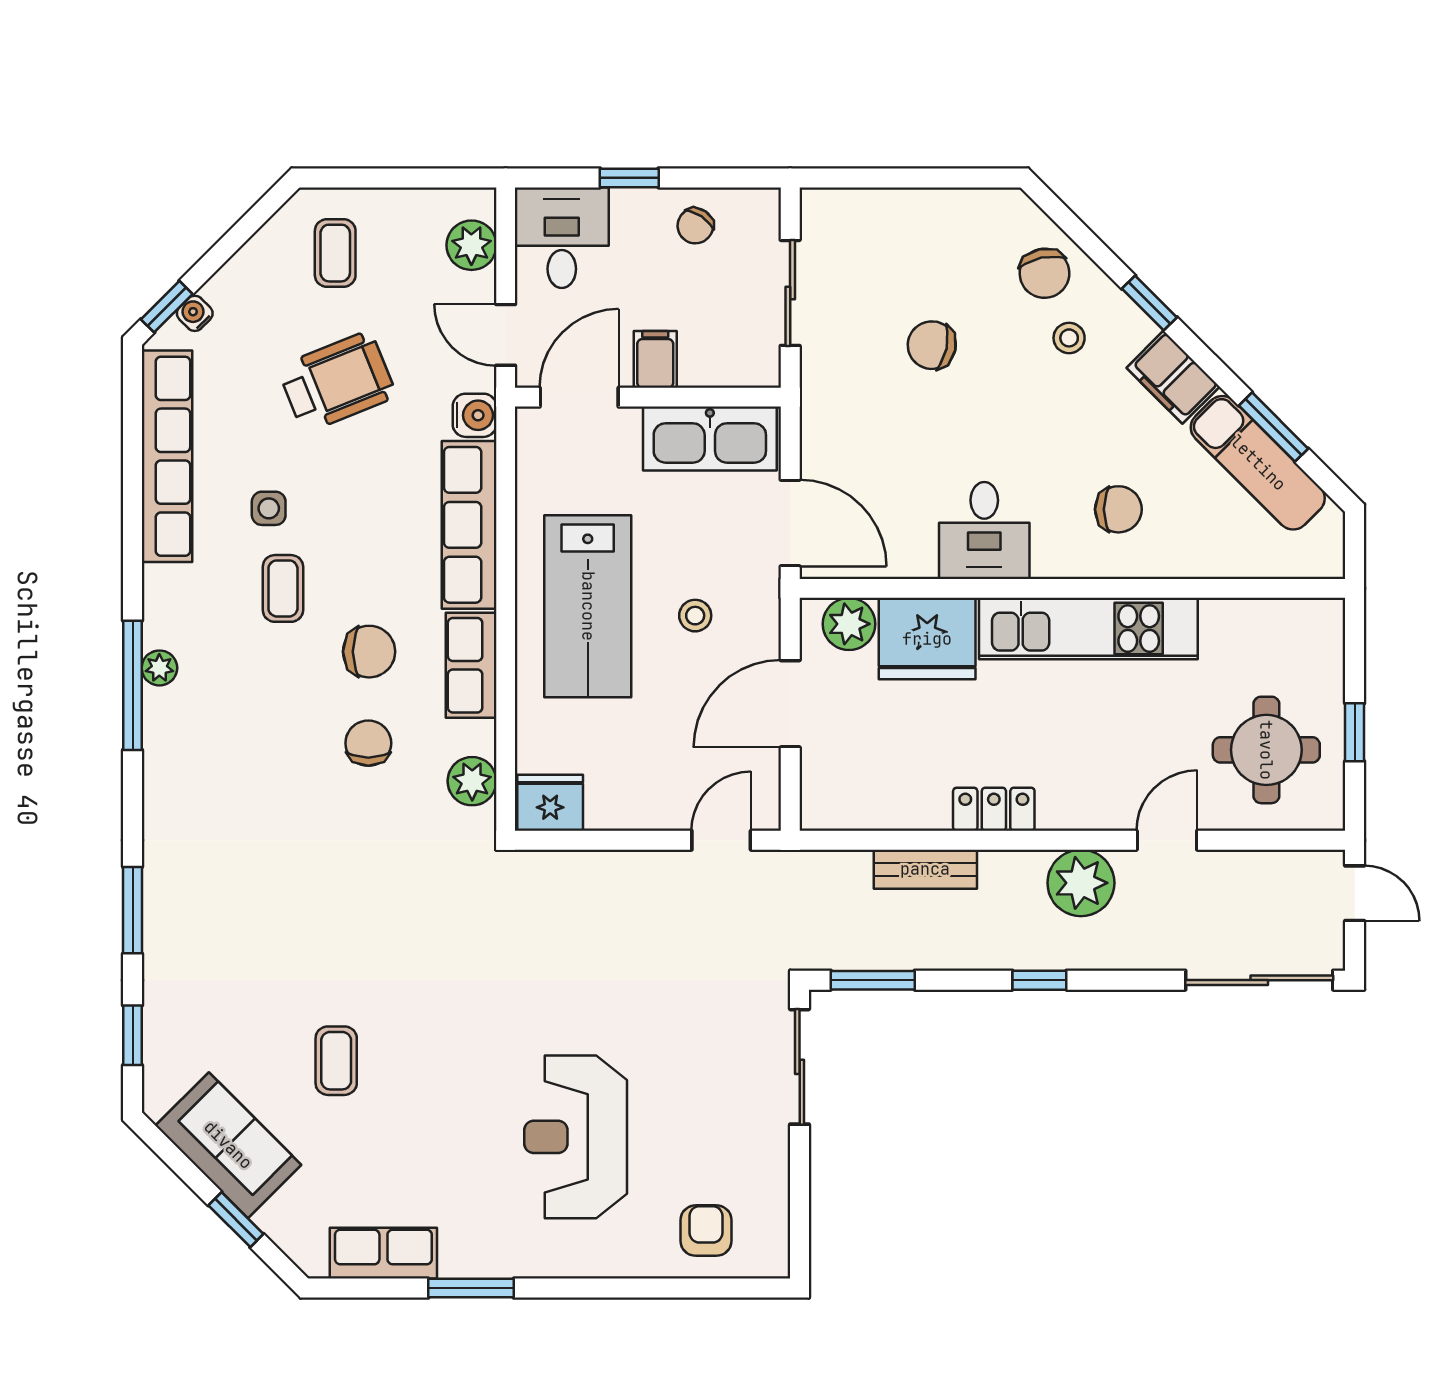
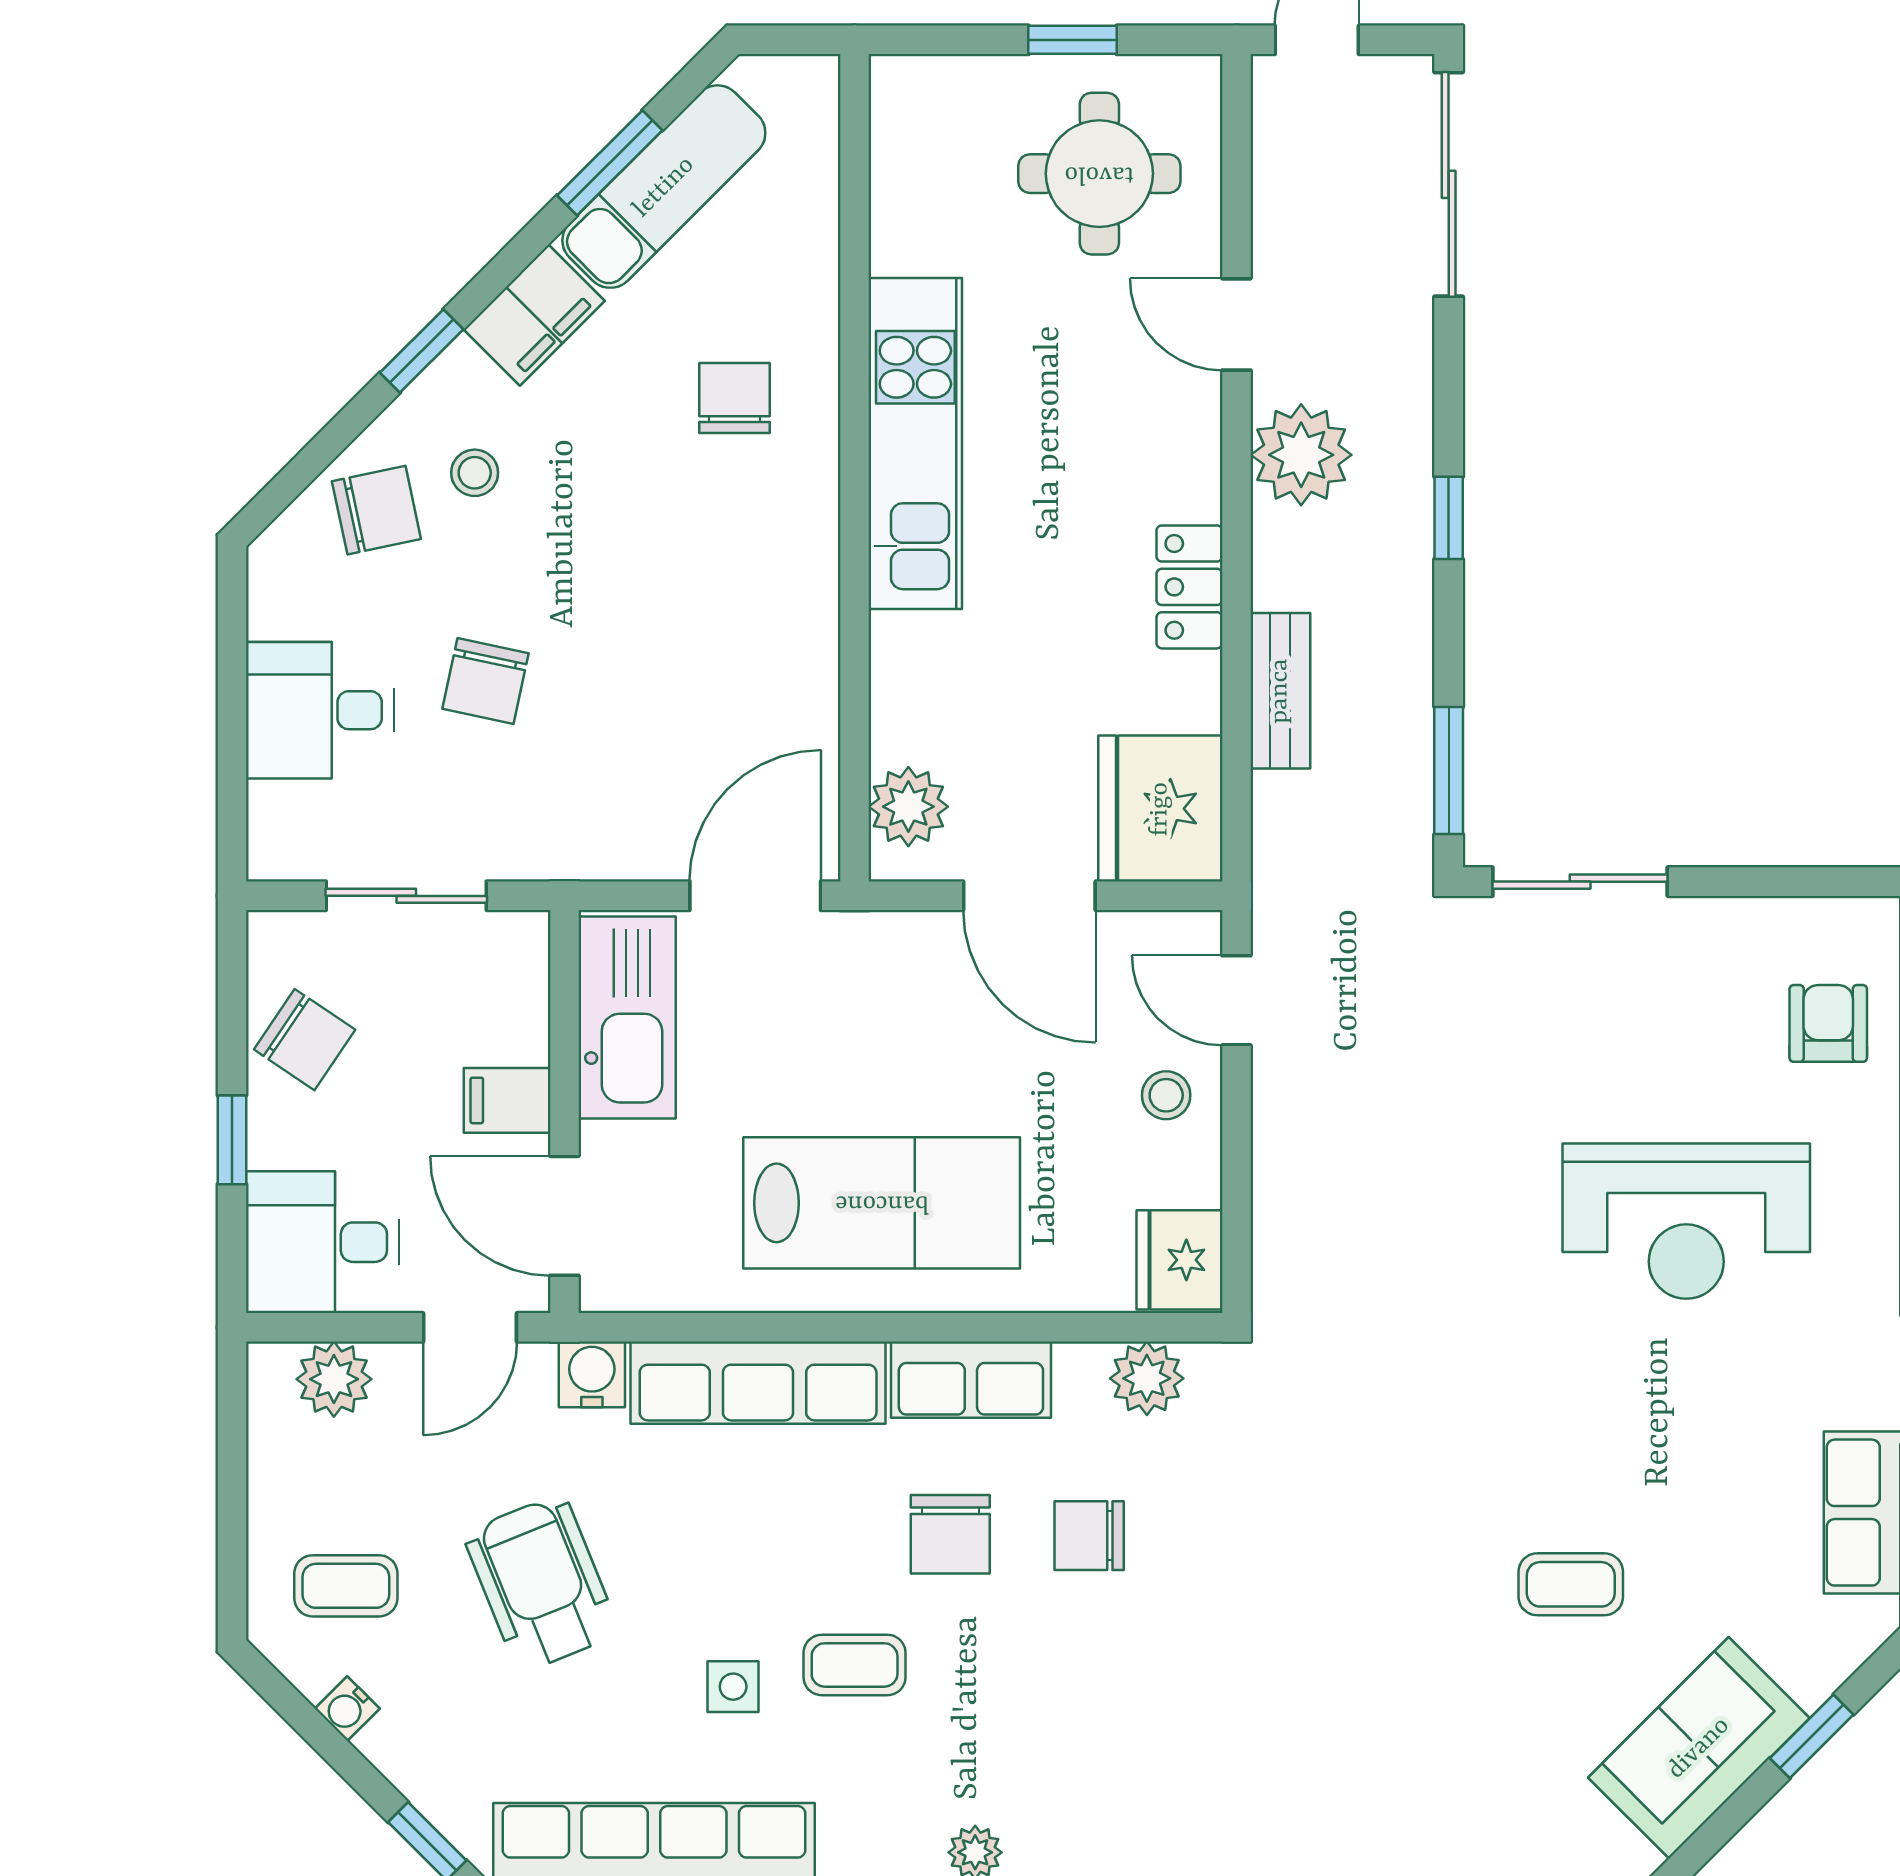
chair: (695, 226) -> (305, 1040), width x1.37, depth x1.37
water cooler: (195, 313) -> (347, 1709), moved
desk: (984, 530) -> (320, 710), moved, turned 180
stool: (695, 616) -> (1166, 1095), moved
fridge: (927, 639) -> (1160, 809), moved, turned 180
chair: (369, 652) -> (950, 1534), turned 180
armchair: (706, 1231) -> (1828, 1023), turned 90

